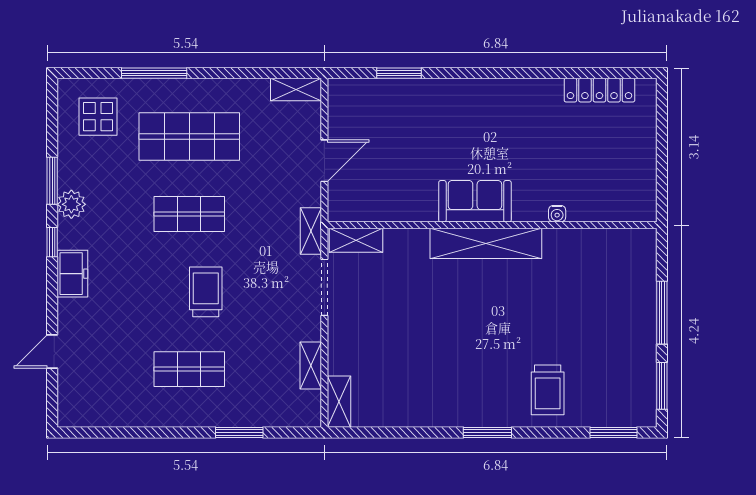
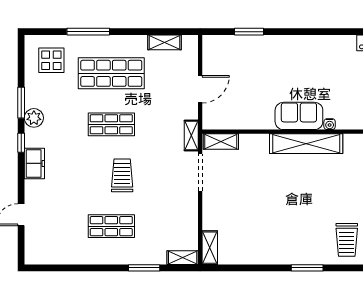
shelving: (296, 89) -> (164, 42), moved
water cooler: (557, 214) -> (330, 124), moved
shelving: (311, 365) -> (183, 258), moved, turned 90

